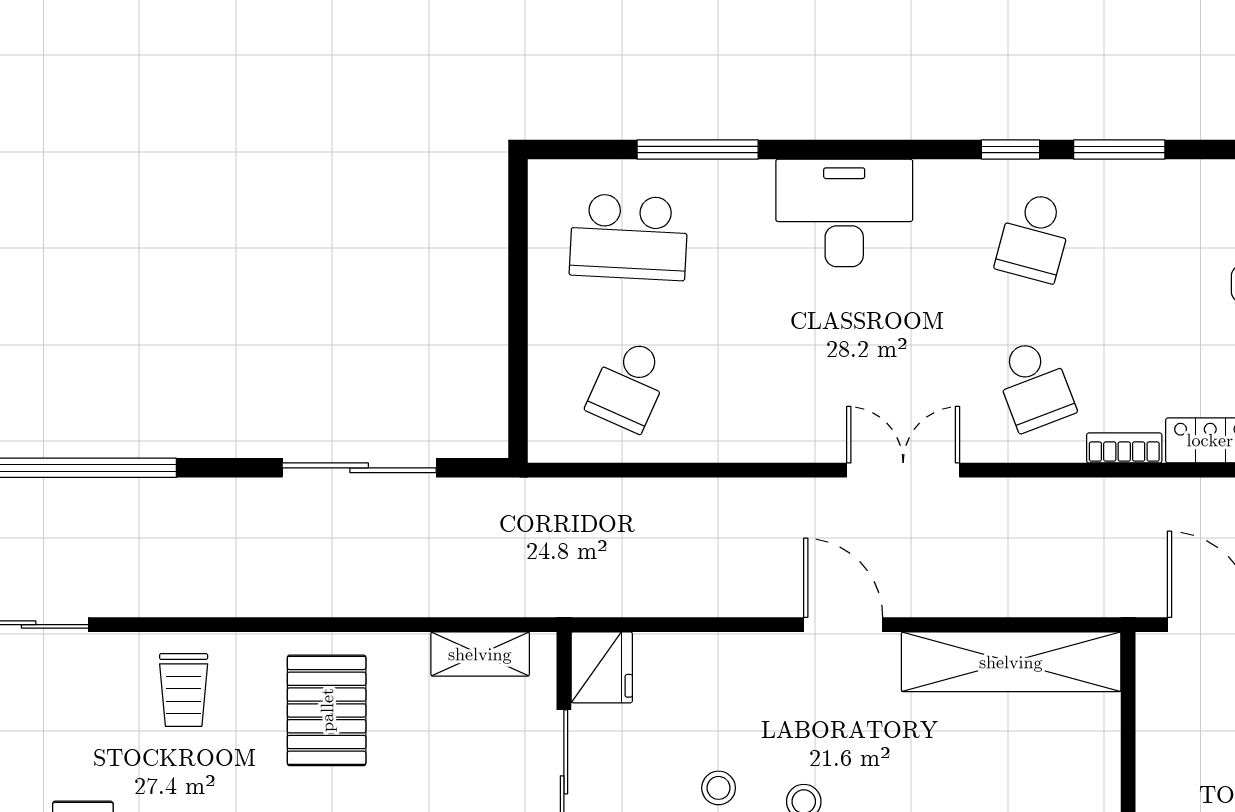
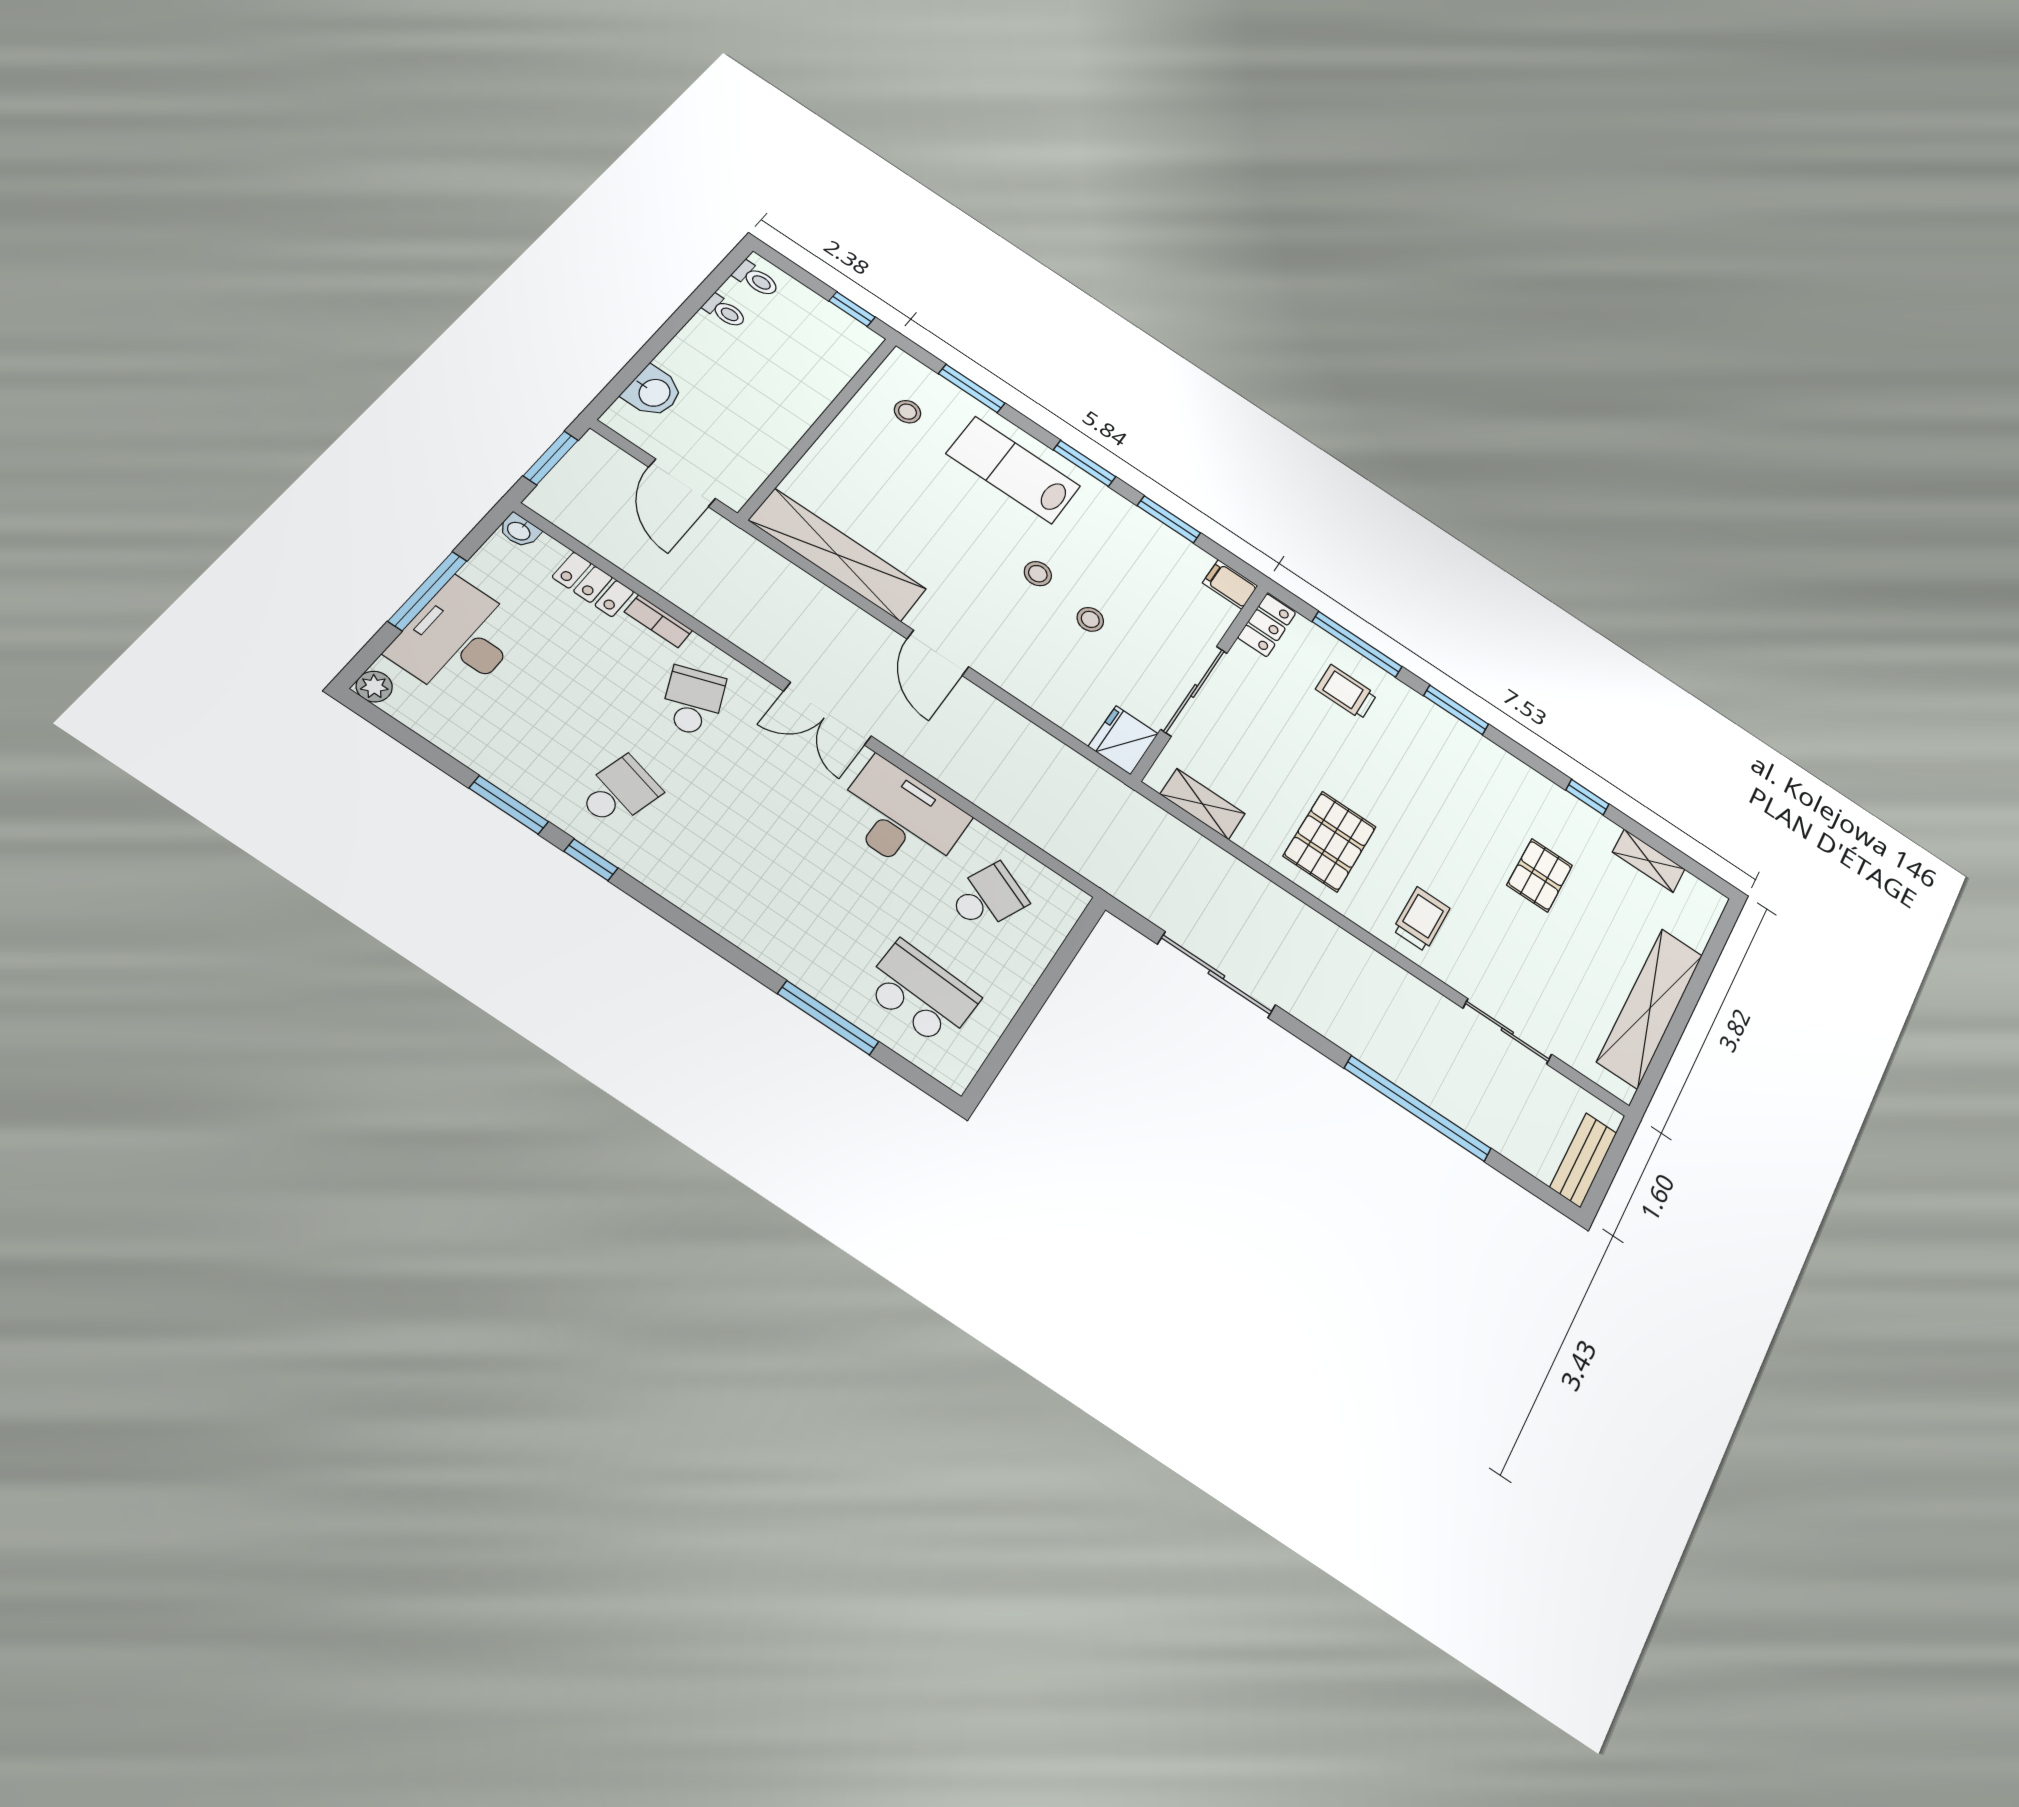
desk: (844, 213) -> (901, 818), moved, turned 180

